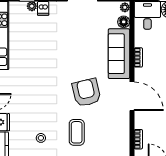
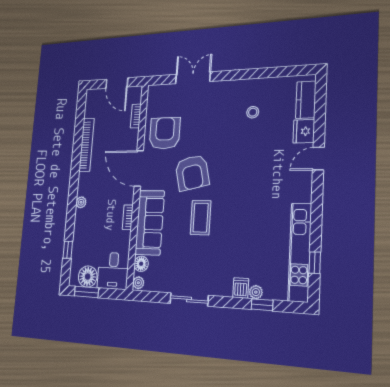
armchair: (112, 124) -> (165, 133), added
coffee table: (77, 132) -> (201, 218), moved

